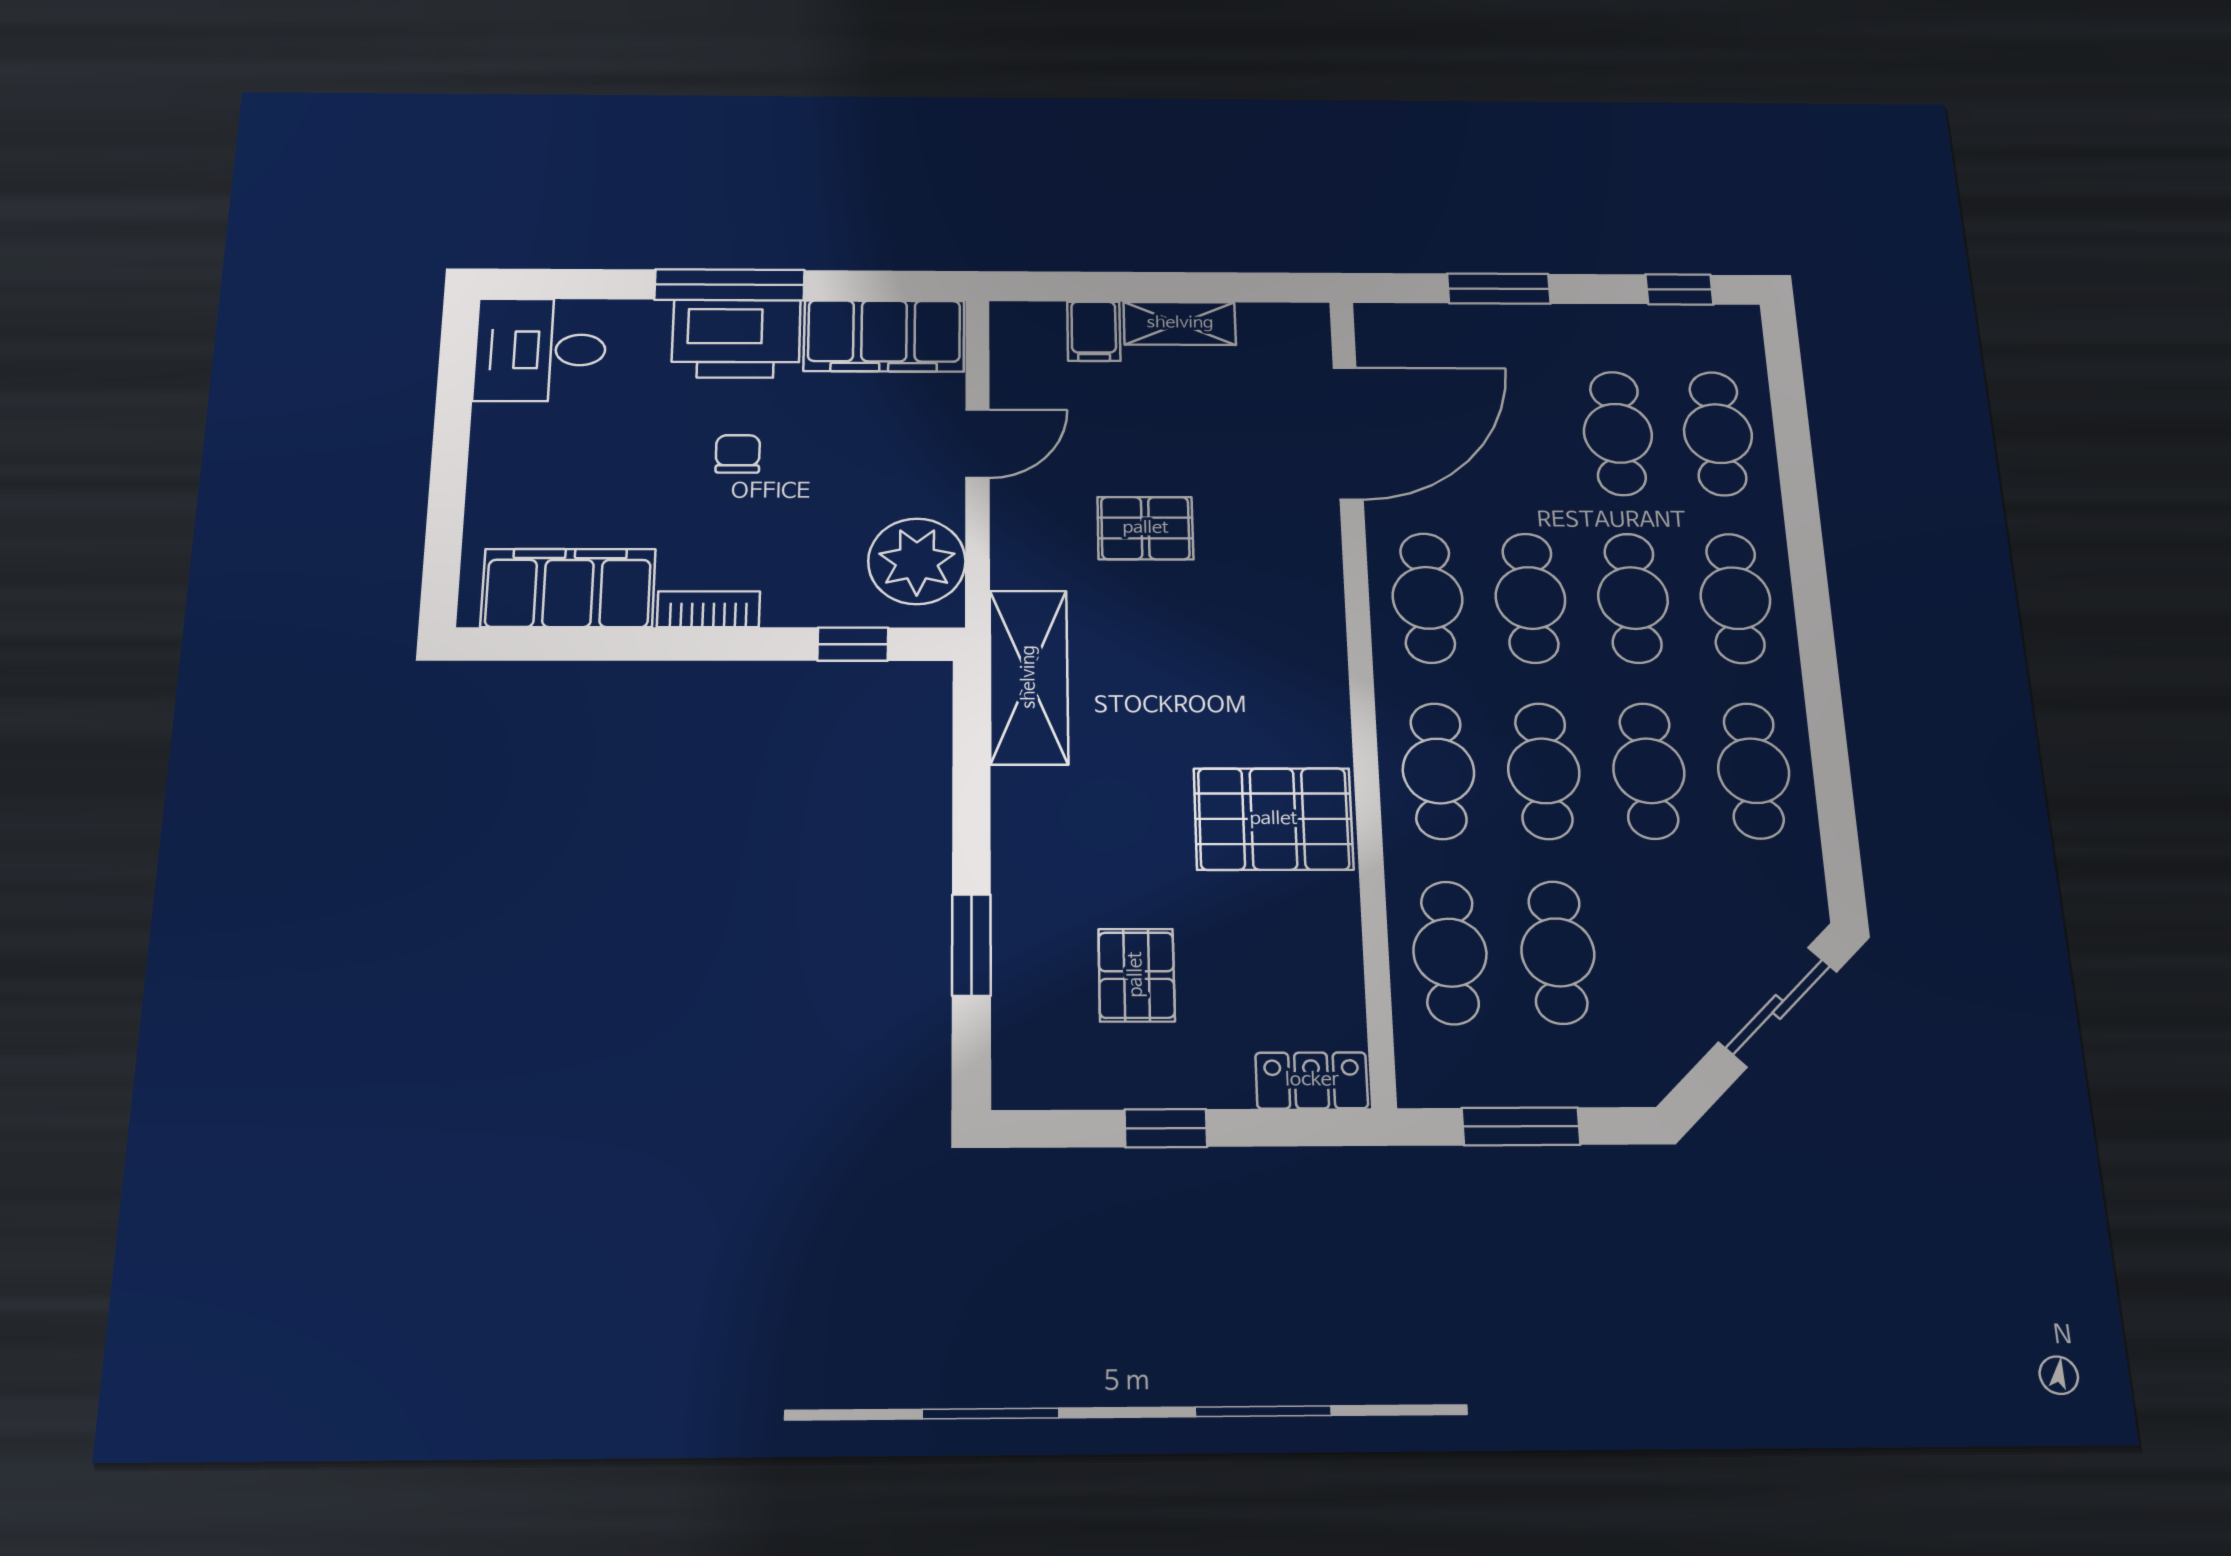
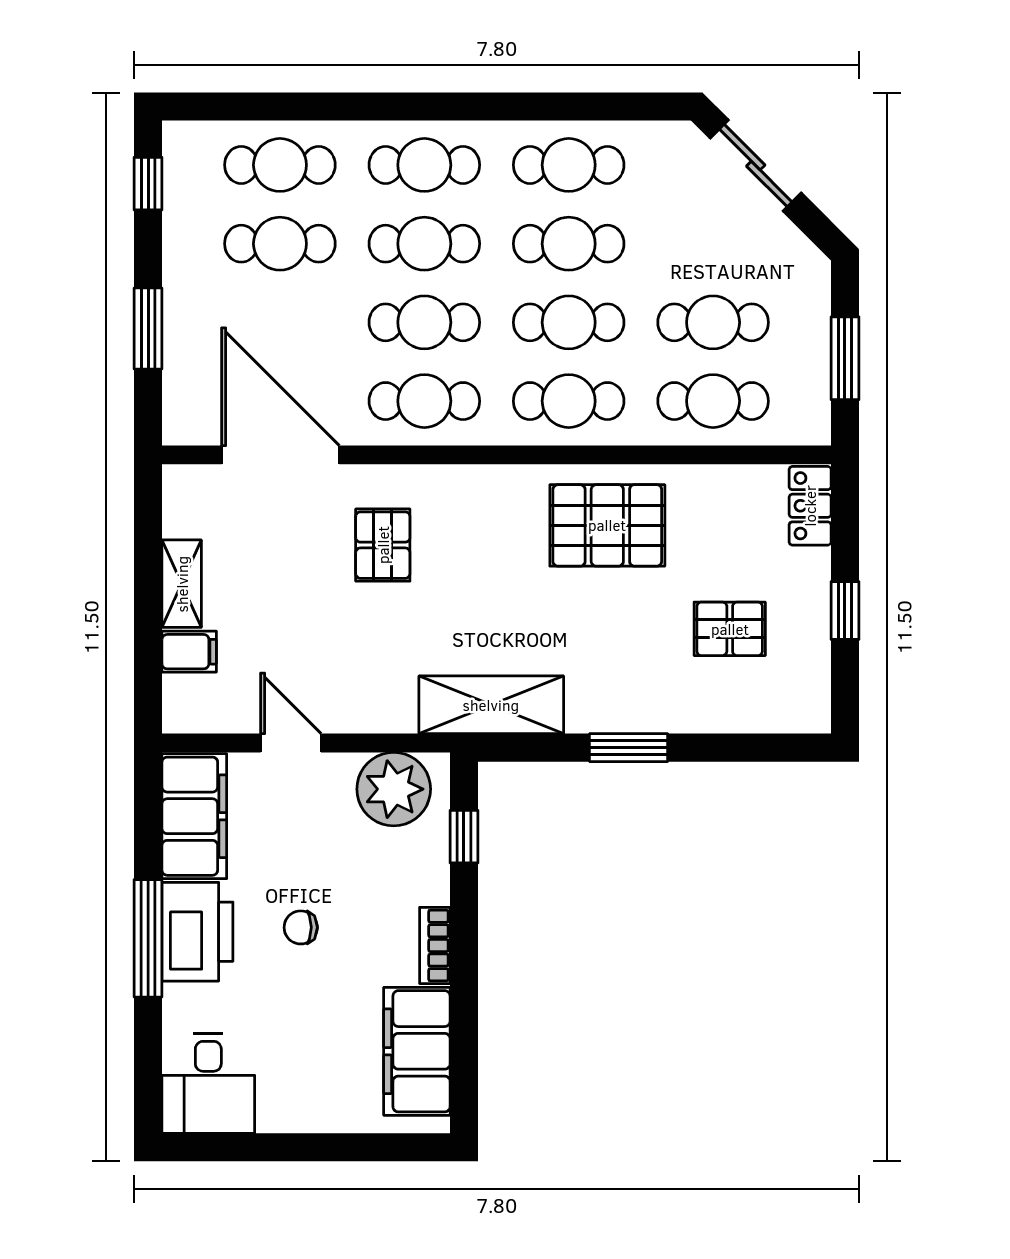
pallet: (1145, 528) -> (383, 545), moved
pallet: (1273, 819) -> (607, 525), turned 90
window: (971, 945) -> (629, 748), moved

